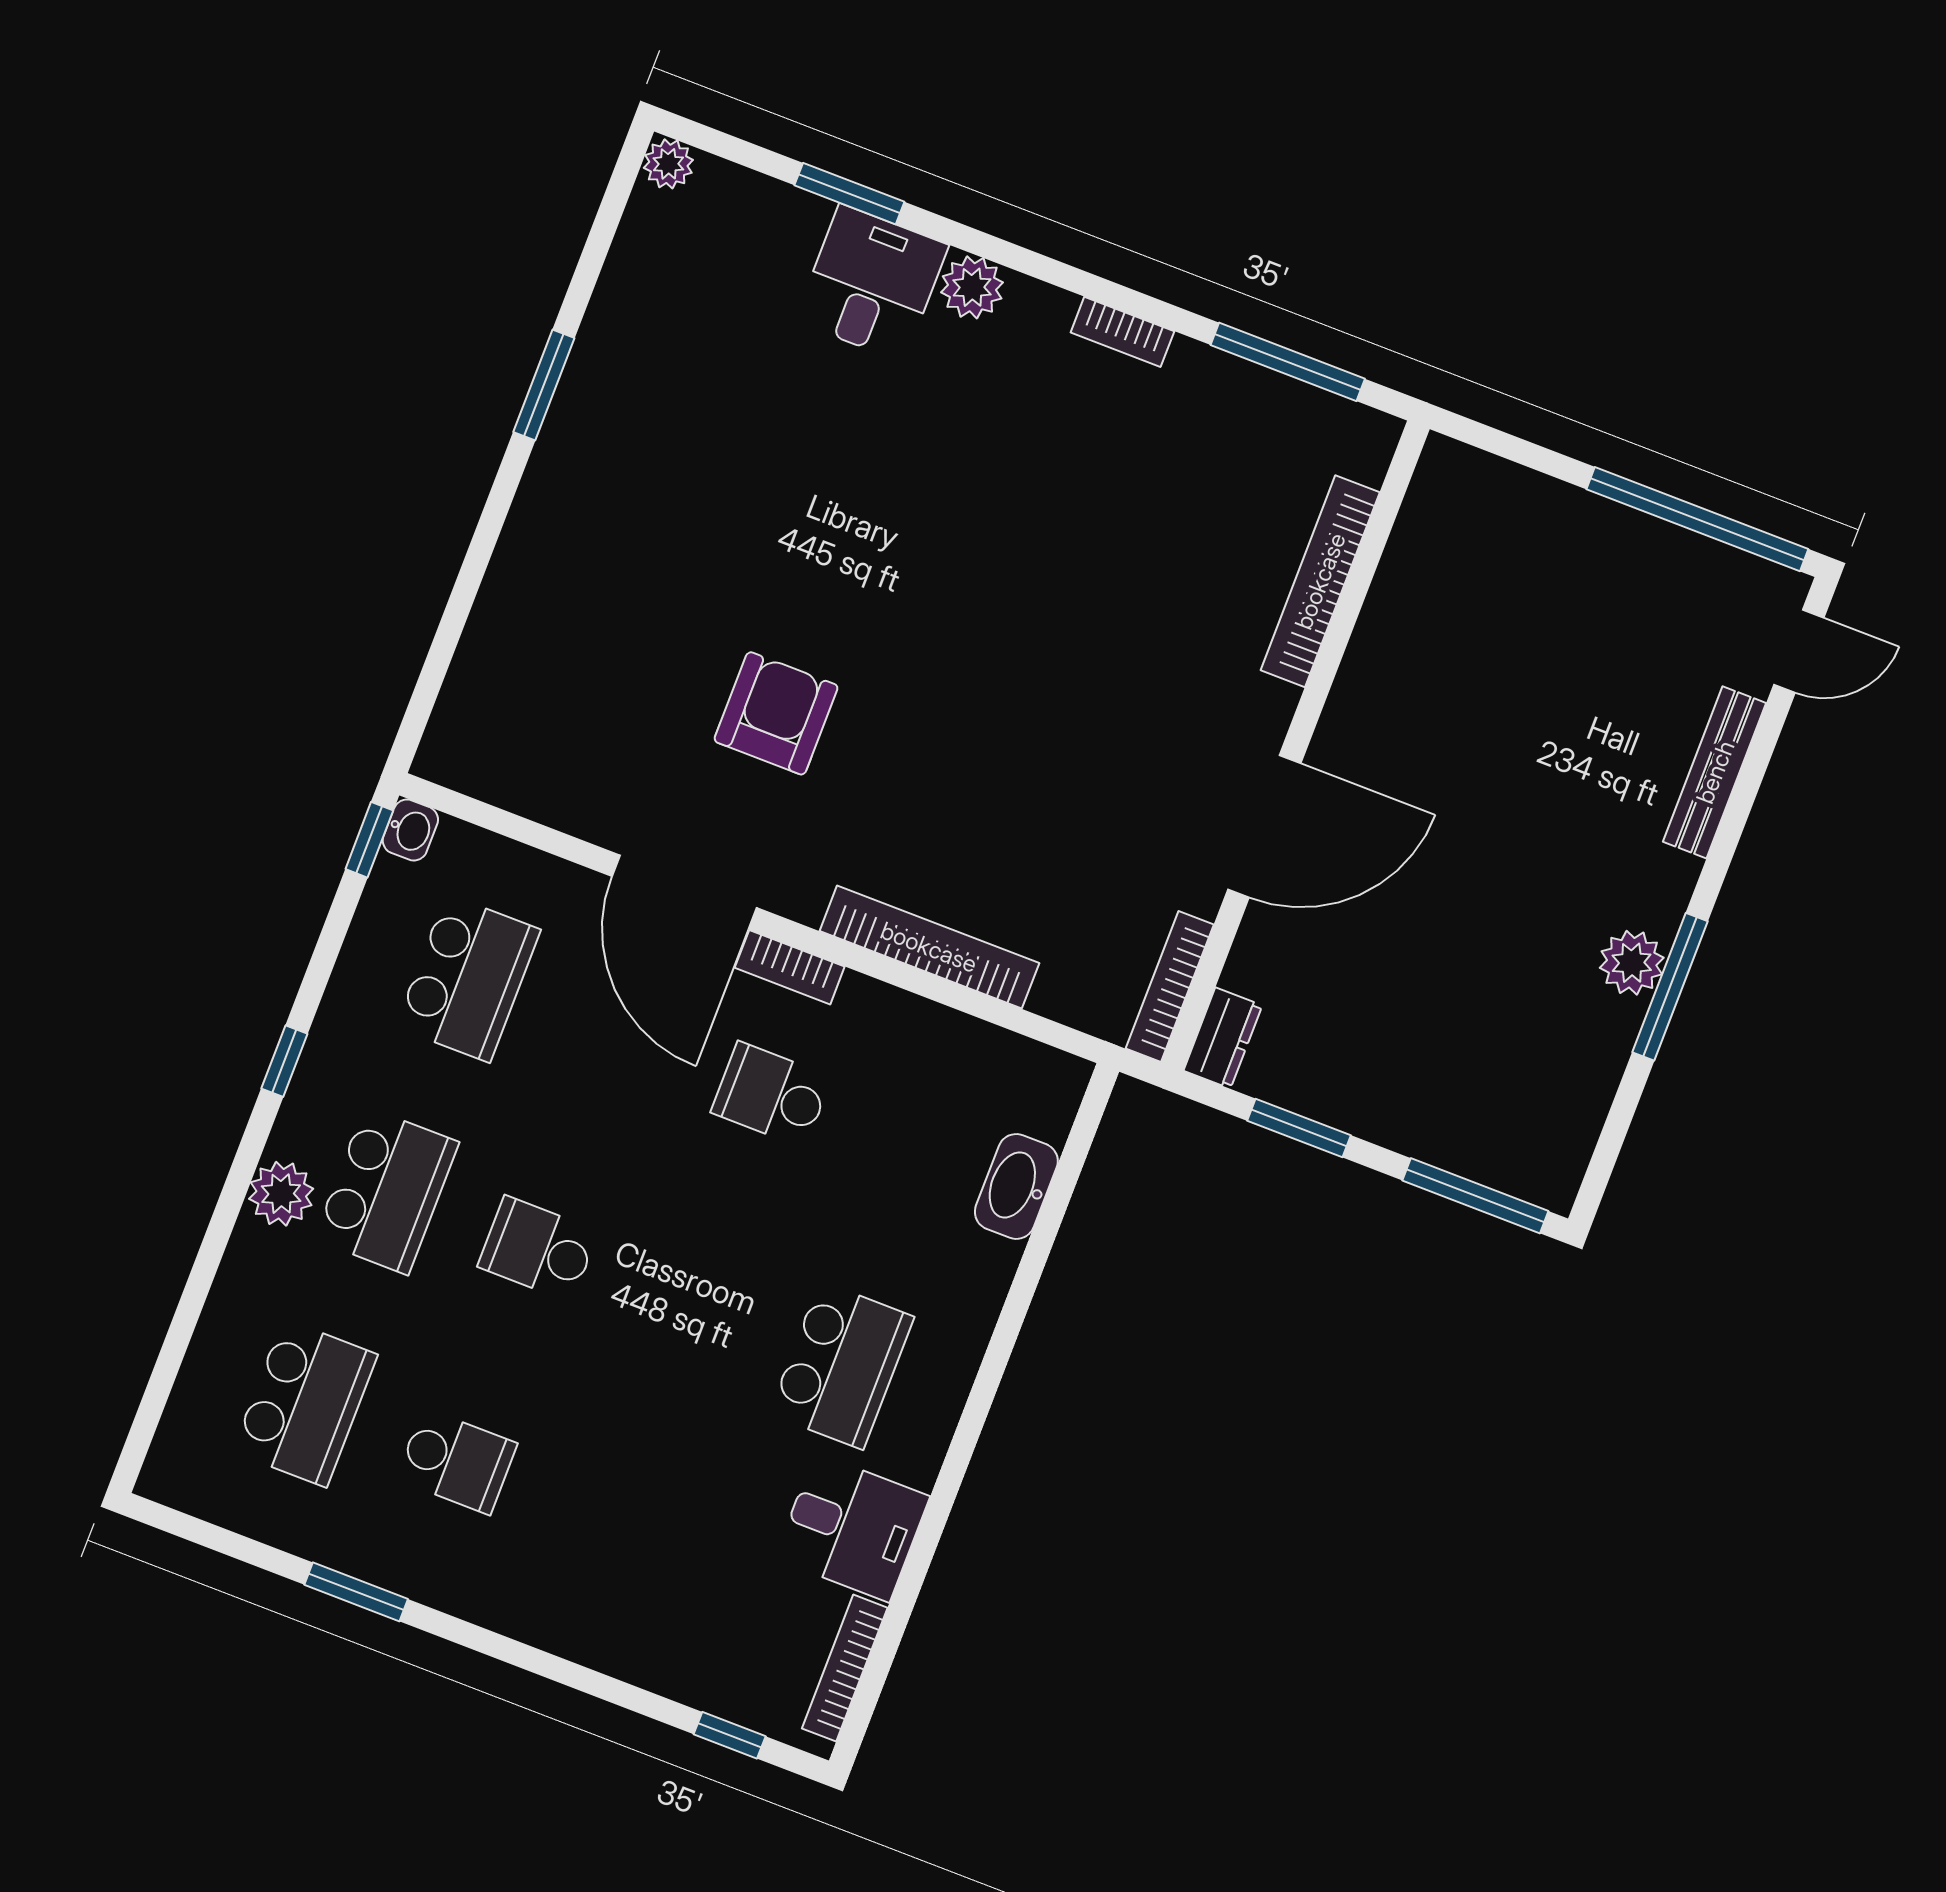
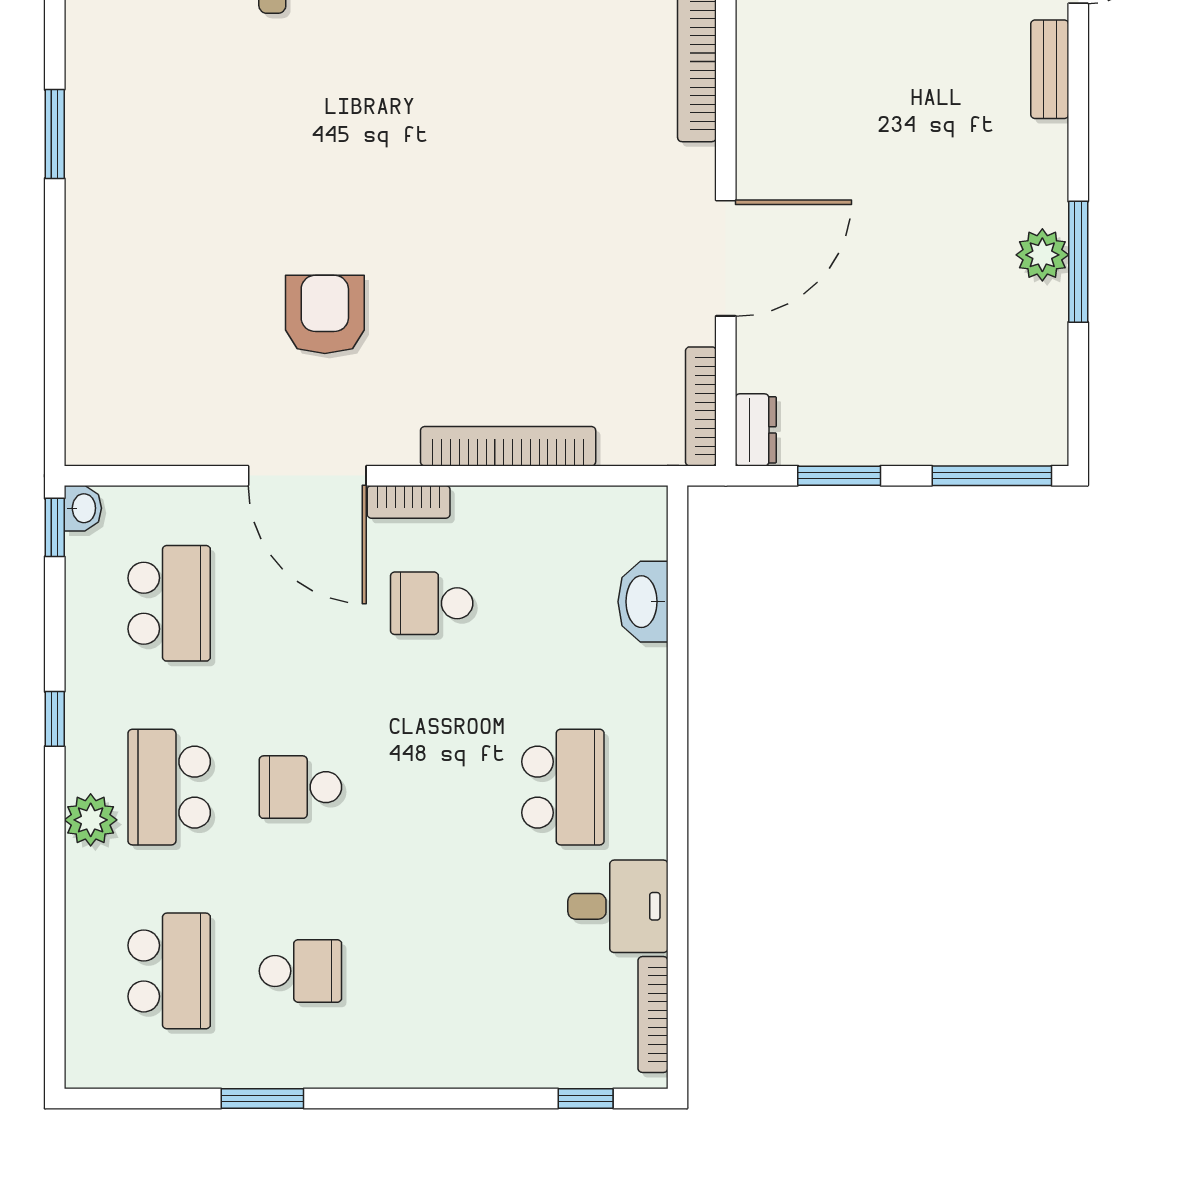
bench: (1715, 772) -> (1050, 69), width x0.73
school desk: (386, 1191) -> (169, 787), turned 180

